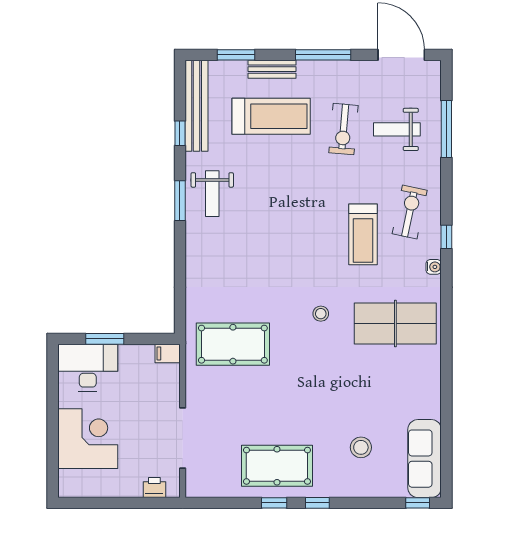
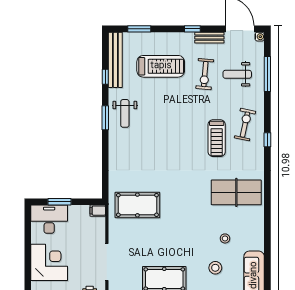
window: (323, 55) -> (192, 29), width x0.46
bench: (272, 69) -> (209, 38), moved
water cooler: (434, 267) -> (260, 37), moved
stool: (321, 314) -> (225, 238), moved

